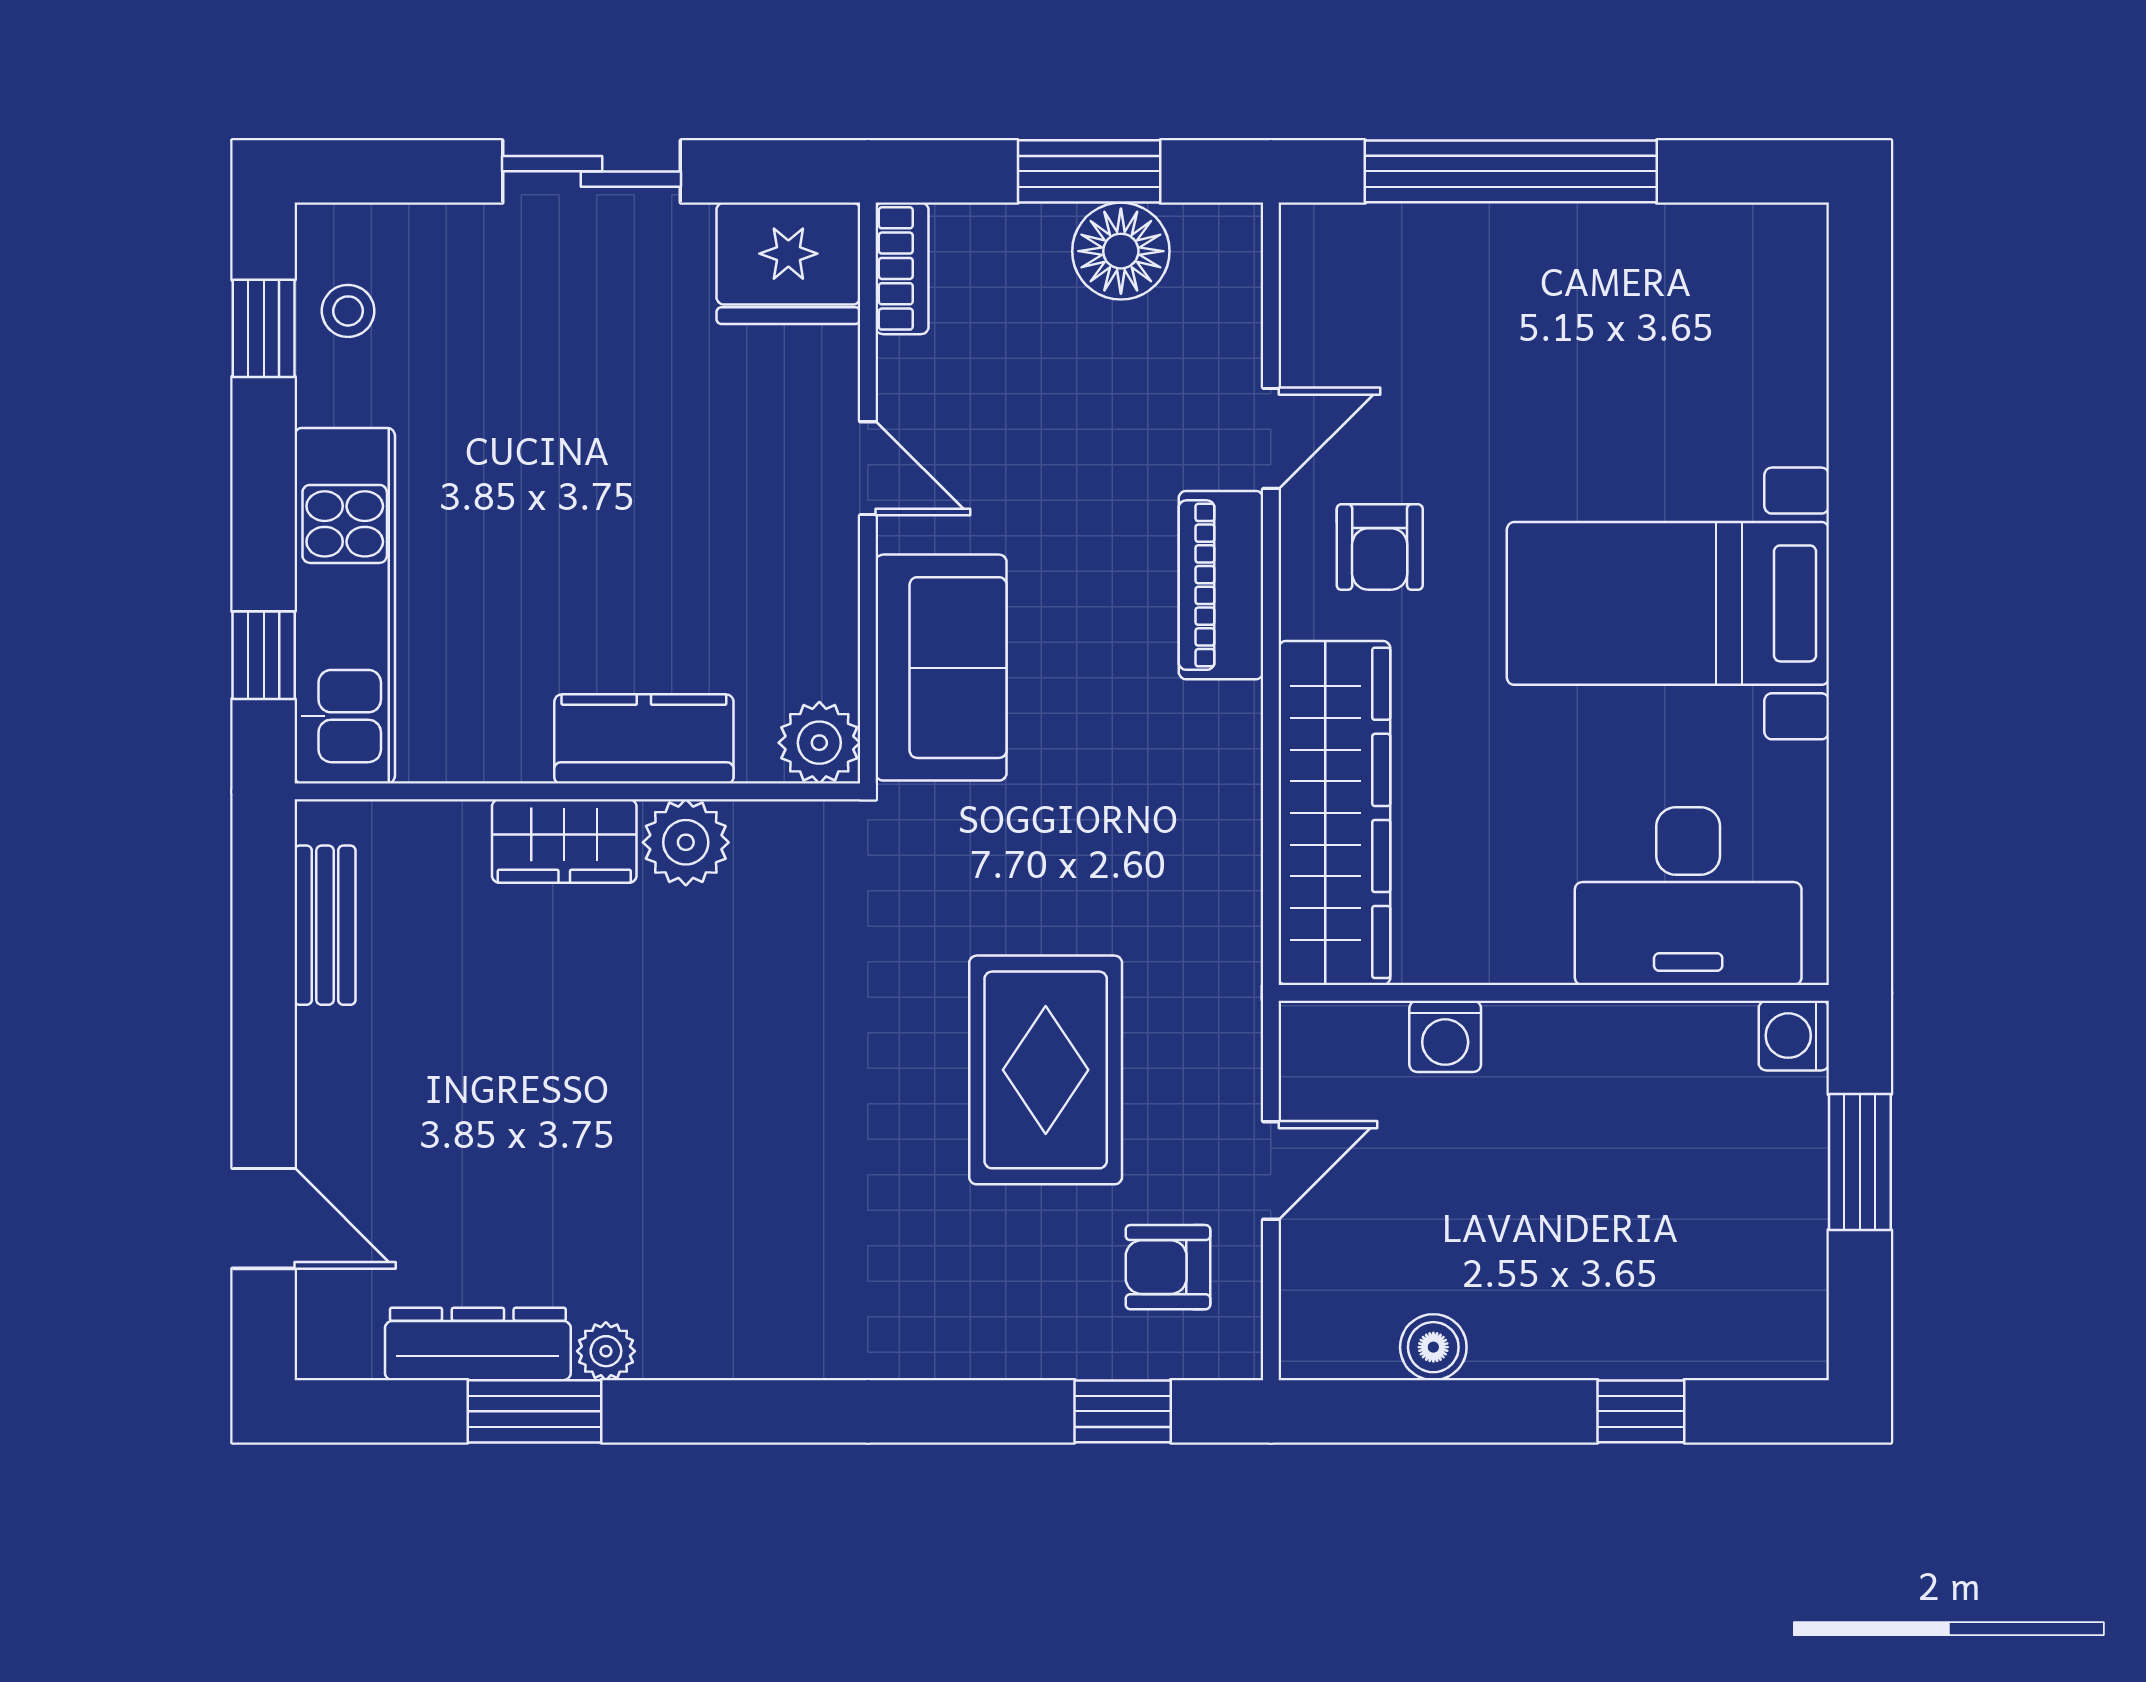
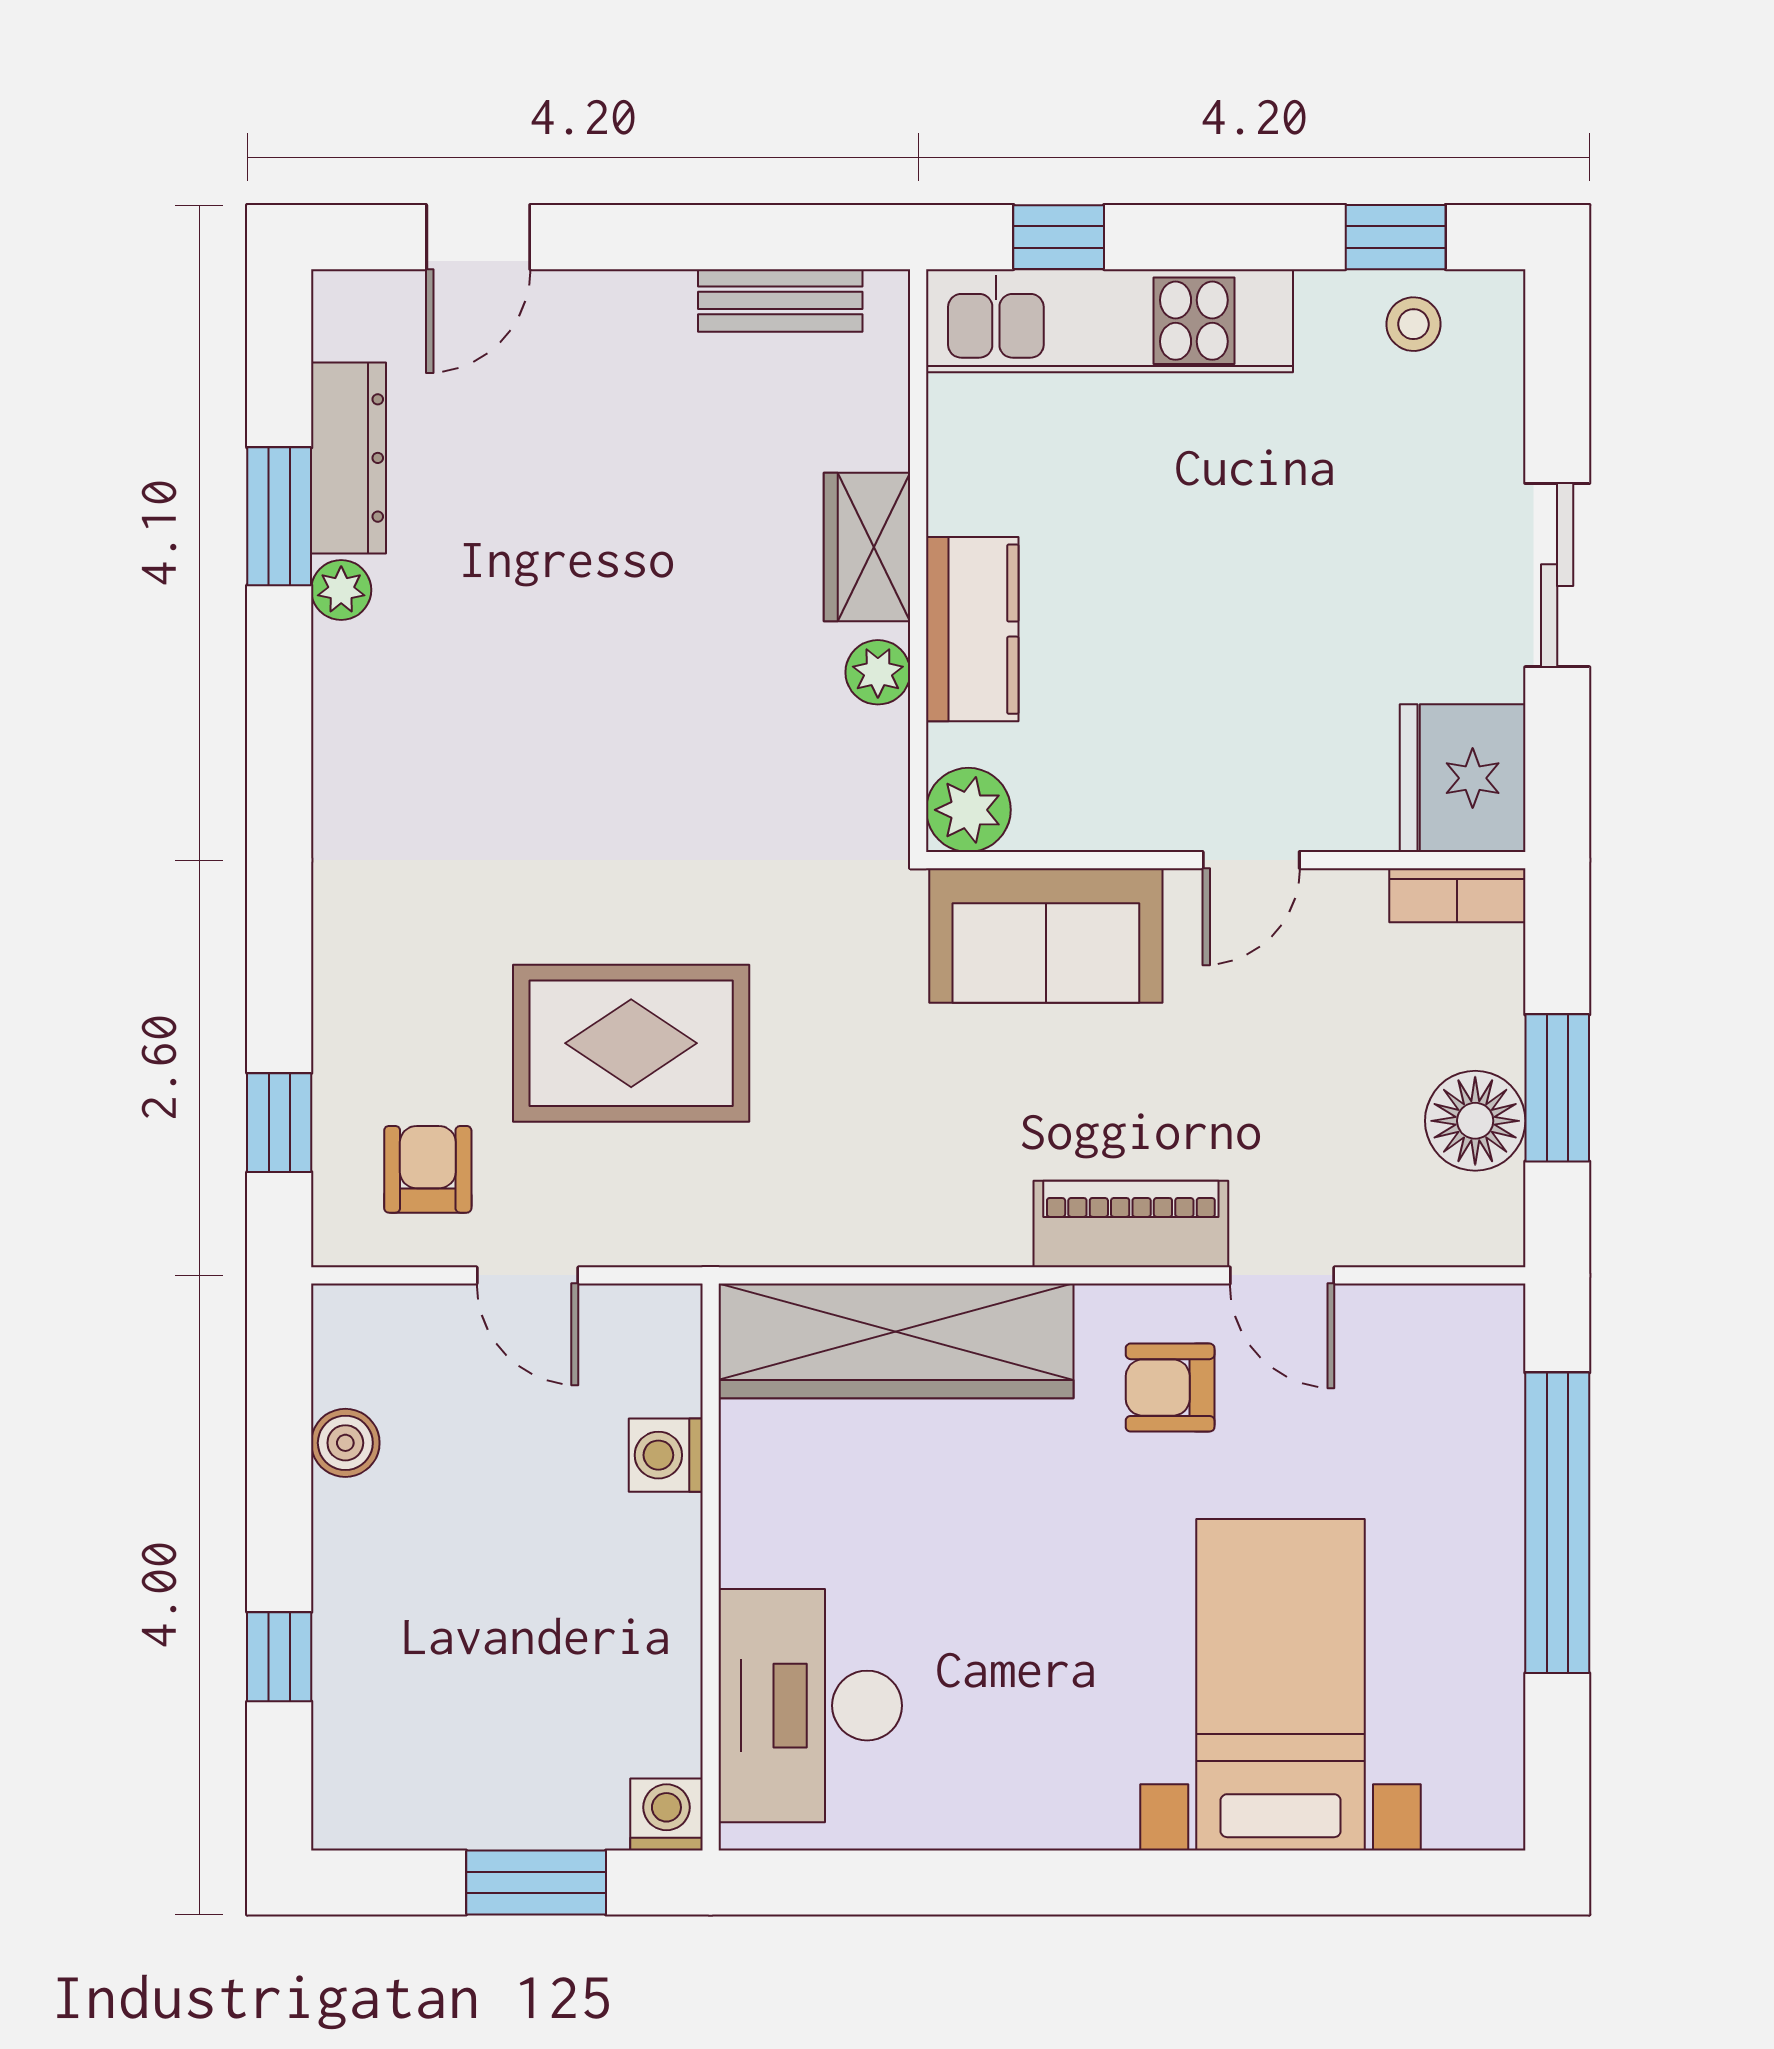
bed with nightstands: (1668, 603) -> (1281, 1685), moved
plant: (686, 842) -> (878, 672), width x0.73, depth x0.73

